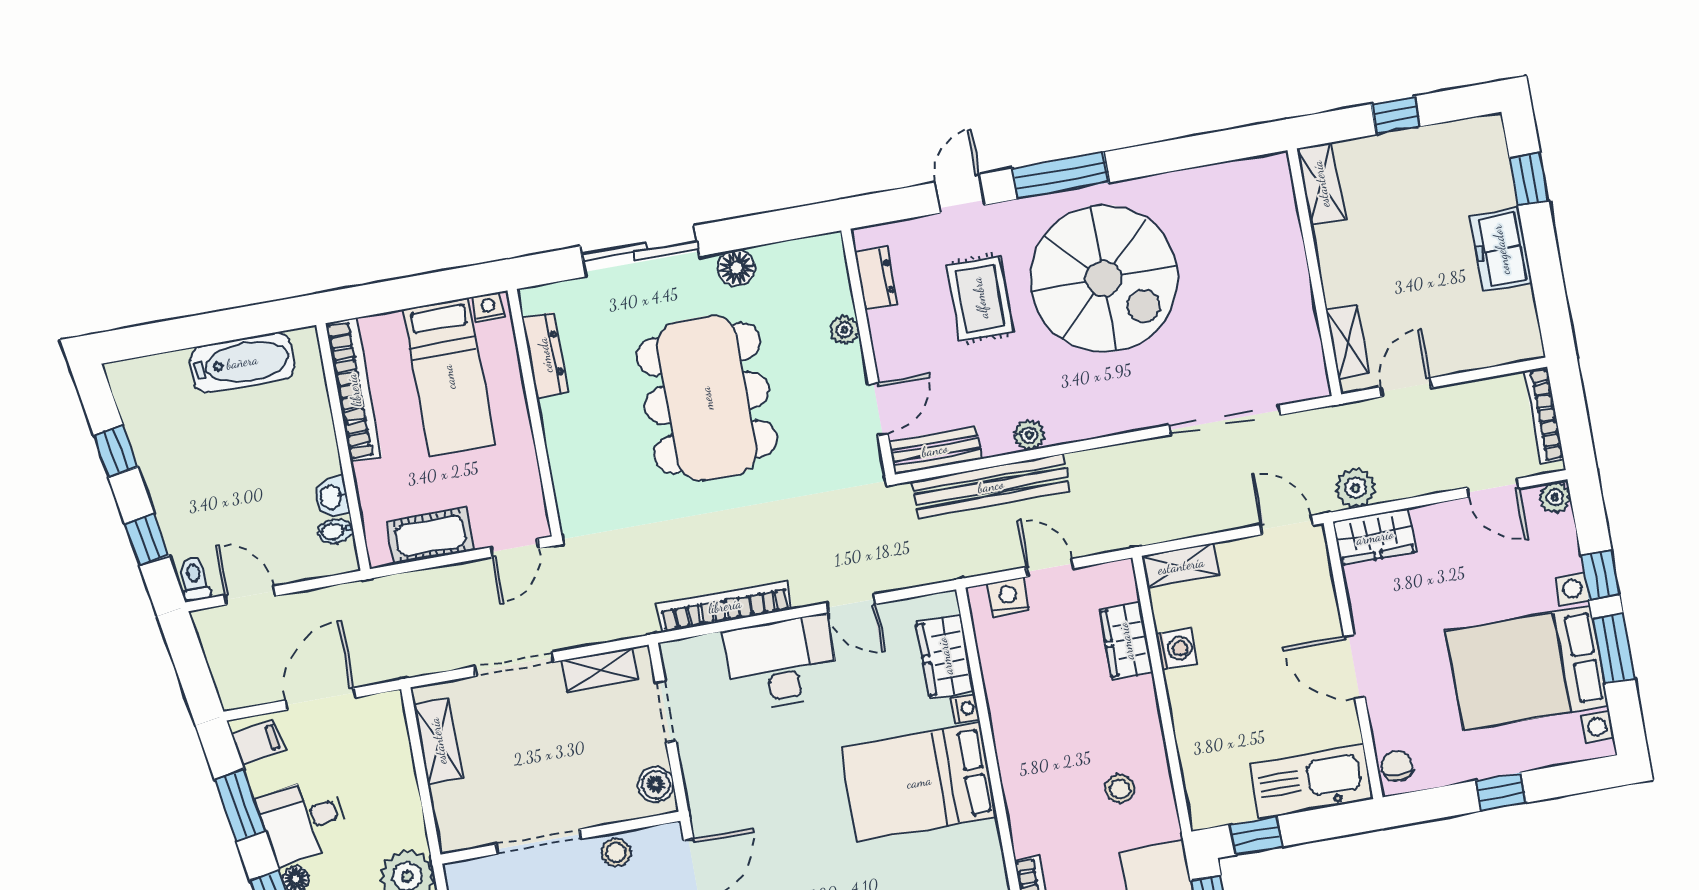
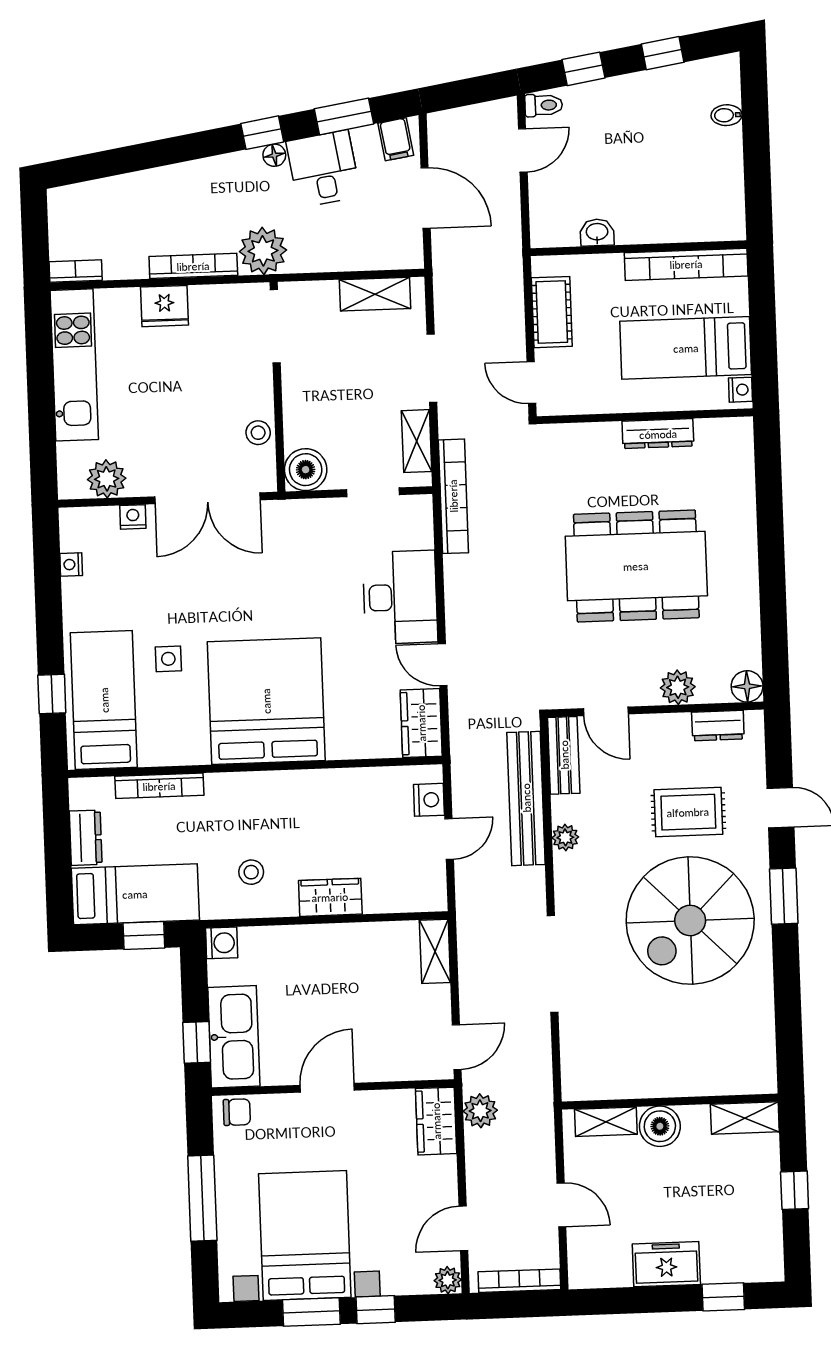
window: (1061, 175) -> (784, 896), width x0.69
sliding door: (640, 251) -> (770, 527), removed
floor lamp: (736, 268) -> (747, 686), moved
boiler: (1344, 280) -> (660, 1126), added
plant: (844, 330) -> (678, 687), width x1.38, depth x1.38
dresser: (545, 355) -> (658, 434), moved
bathtub: (242, 362) -> (723, 172), removed
door: (1406, 387) -> (561, 1205), moved
doorway: (1225, 420) -> (553, 964), moved
bidet: (335, 531) -> (727, 115), moved, turned -90
door: (851, 603) -> (443, 665), hinge flipped
bookcase: (725, 606) -> (453, 496), moved
wardrobe: (1126, 641) -> (330, 897), moved
washing machine: (1176, 649) -> (222, 943), moved, turned -90
wardrobe: (945, 656) -> (421, 723), moved, turned -90
nightstand: (965, 709) -> (339, 749), removed
bed: (919, 782) -> (266, 701), width x1.36
boiler: (656, 784) -> (306, 470), width x1.36, depth x1.36
window: (1501, 792) -> (202, 1198), width x2.17
window: (1256, 836) -> (197, 1042), moved
doorway: (538, 842) -> (275, 326), moved

